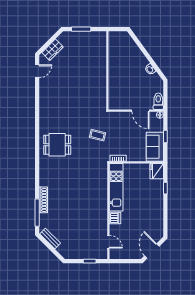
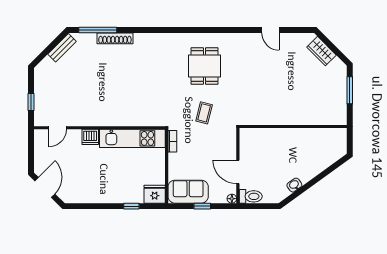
door: (37, 71) -> (270, 30), moved
door: (140, 111) -> (238, 172), hinge flipped
dining table: (57, 145) -> (204, 66), moved
door: (152, 251) -> (45, 187), hinge flipped

